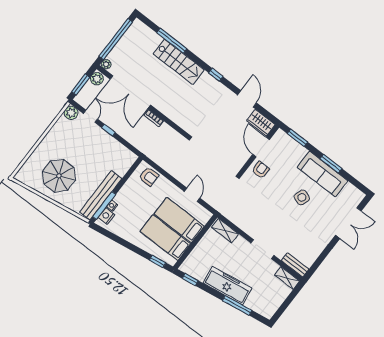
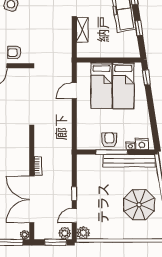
plant: (97, 79) -> (65, 233), moved
double door: (130, 92) -> (32, 200), swing flipped
armchair: (149, 177) -> (109, 140), moved
window: (104, 206) -> (112, 152), moved
shelving: (225, 231) -> (82, 30), moved
window: (190, 279) -> (139, 28), moved

